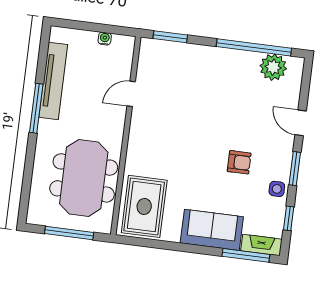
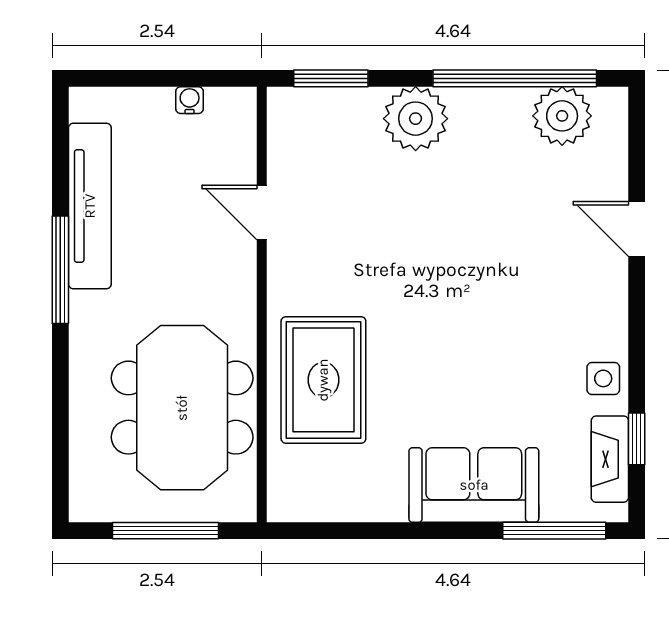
plant: (206, 60) -> (416, 119), added
door: (131, 94) -> (262, 213), hinge flipped
armchair: (239, 162) -> (514, 331), removed
window: (295, 169) -> (637, 329), removed
rug: (144, 206) -> (323, 380), moved
fireplace: (261, 245) -> (610, 459), moved, turned -90

